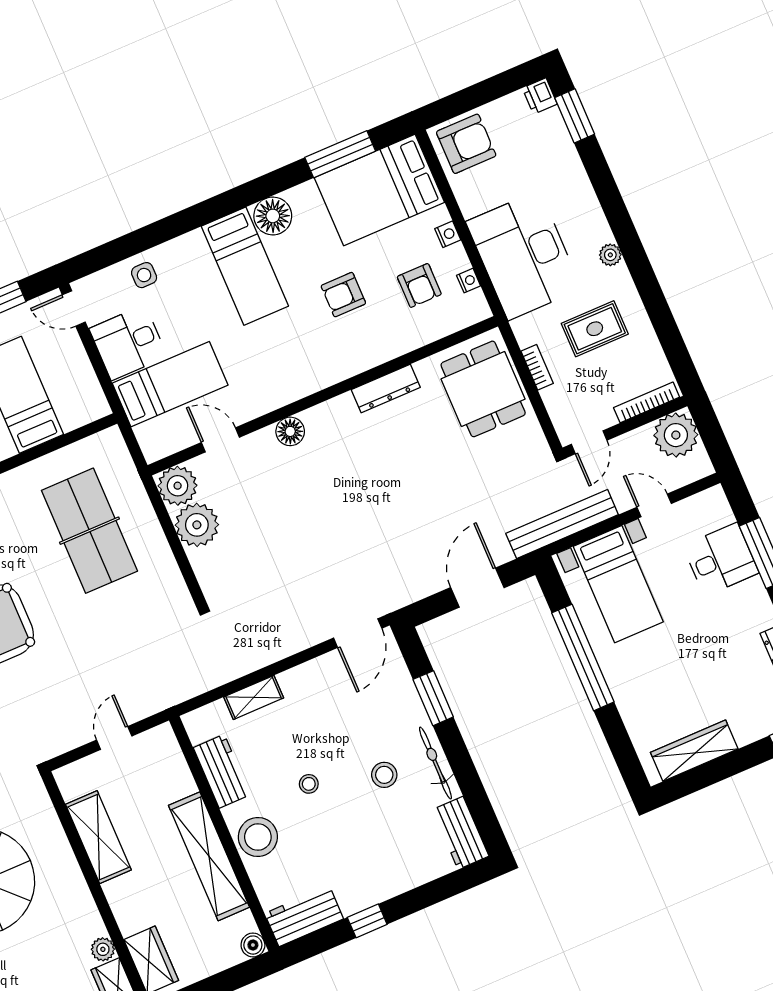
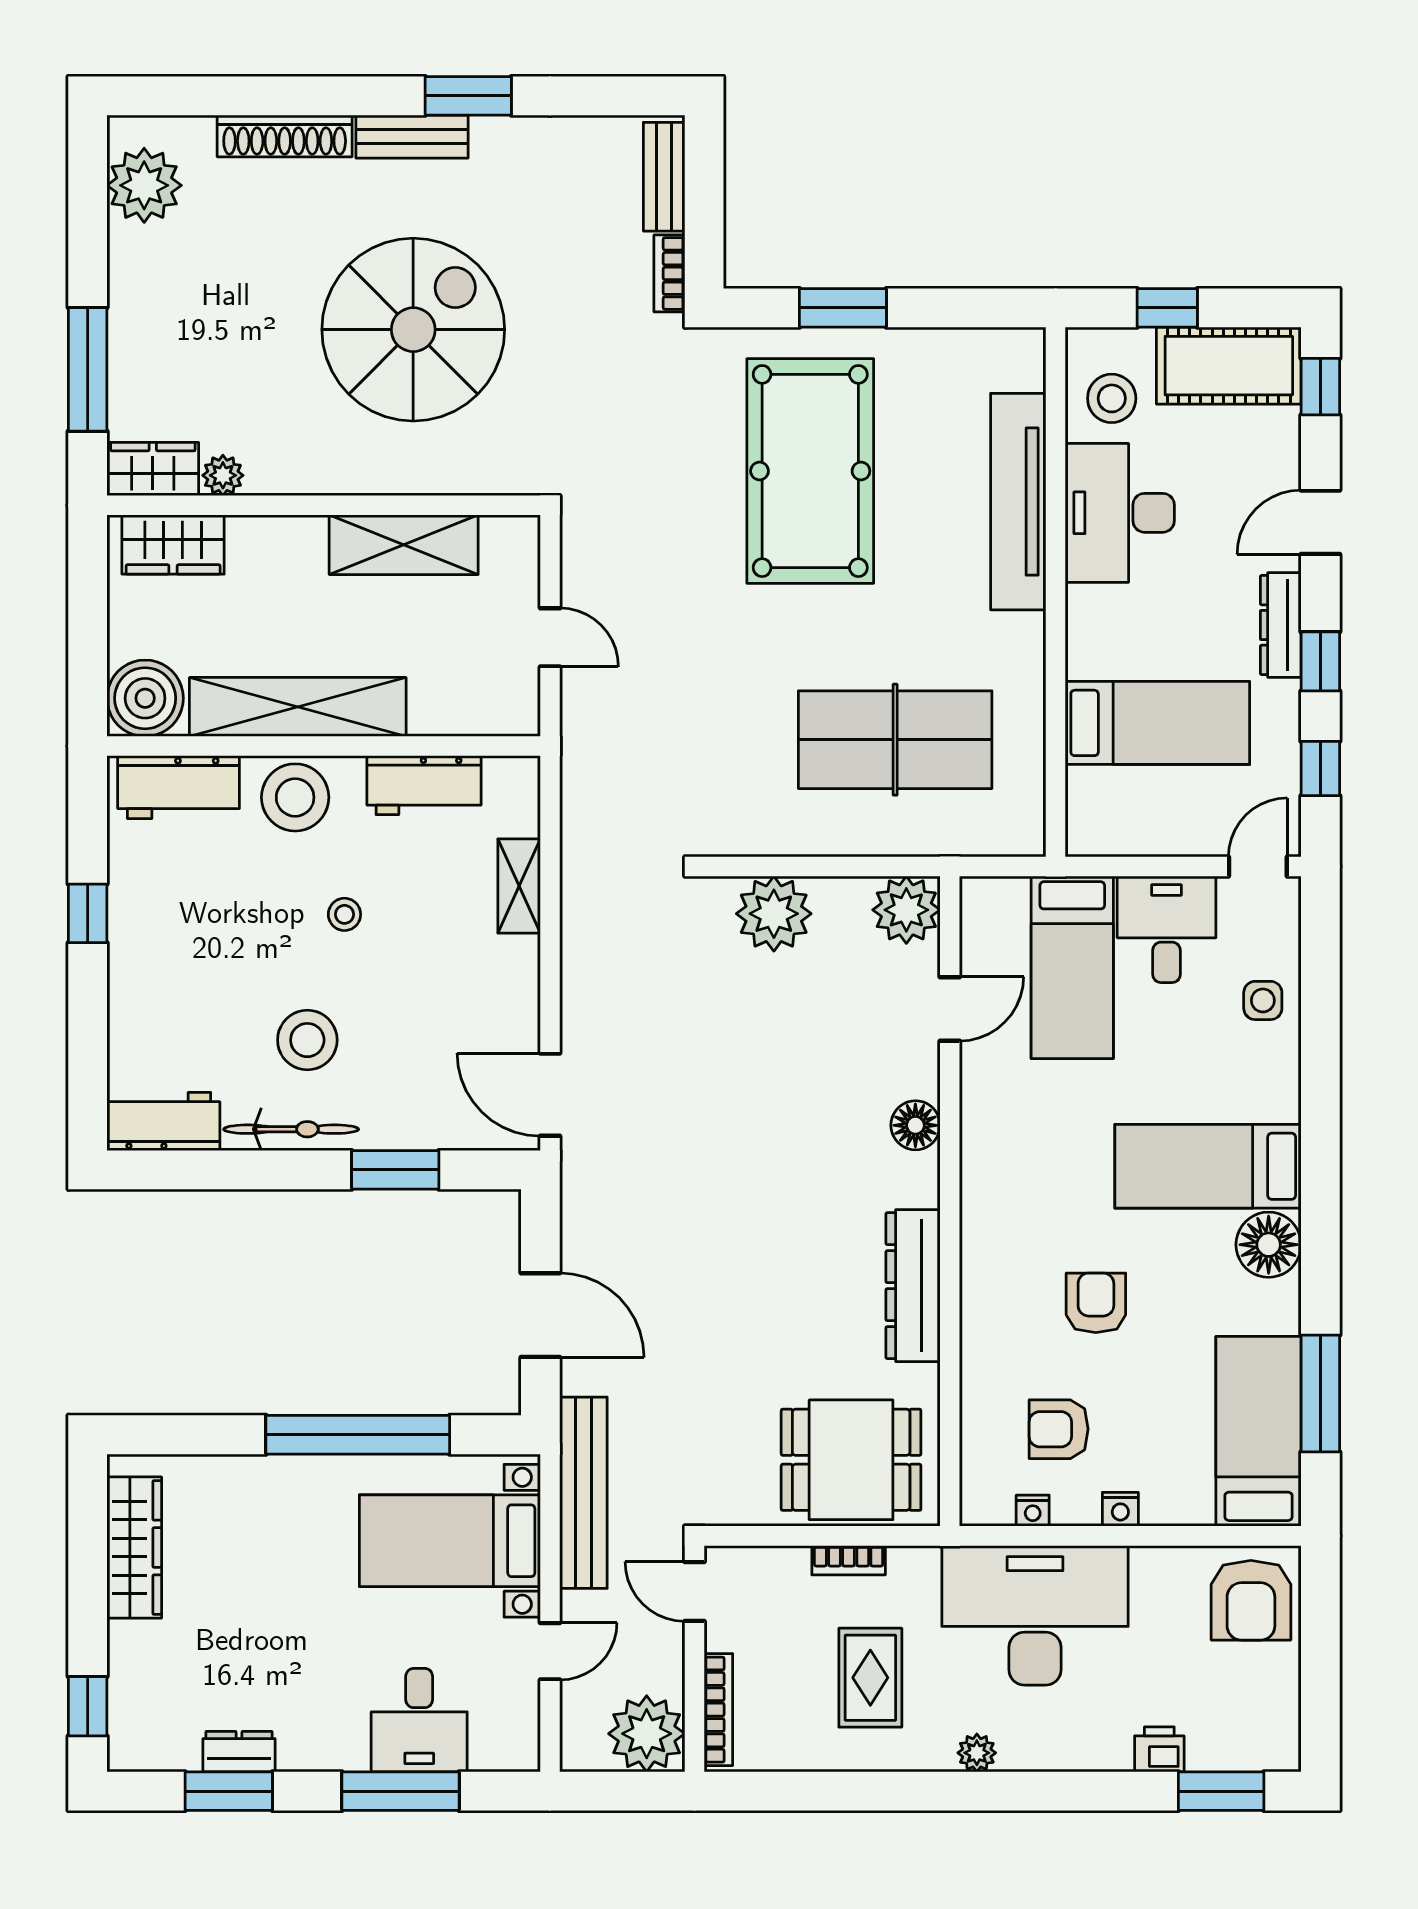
printer: (540, 96) -> (1159, 1749), moved
bed: (379, 190) -> (1258, 1431), width x0.67
dresser: (386, 388) -> (913, 1286), width x1.37, depth x1.24
plant: (197, 525) -> (774, 914), moved
stool: (384, 775) -> (307, 1040), width x1.38, depth x1.38
workbench: (304, 916) -> (179, 787), moved, turned 90
boiler: (253, 945) -> (145, 698), width x1.86, depth x1.86

